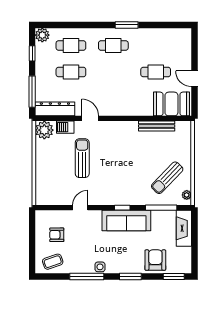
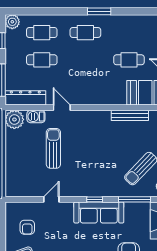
armchair: (57, 235) -> (27, 227), turned -90

